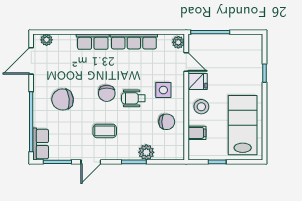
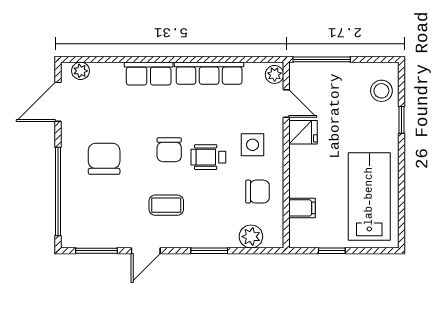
chair: (63, 99) -> (104, 159), turned 96
stool: (201, 107) -> (381, 91), moved
row of seats: (41, 144) -> (72, 224), removed
plant: (146, 152) -> (251, 237), moved

